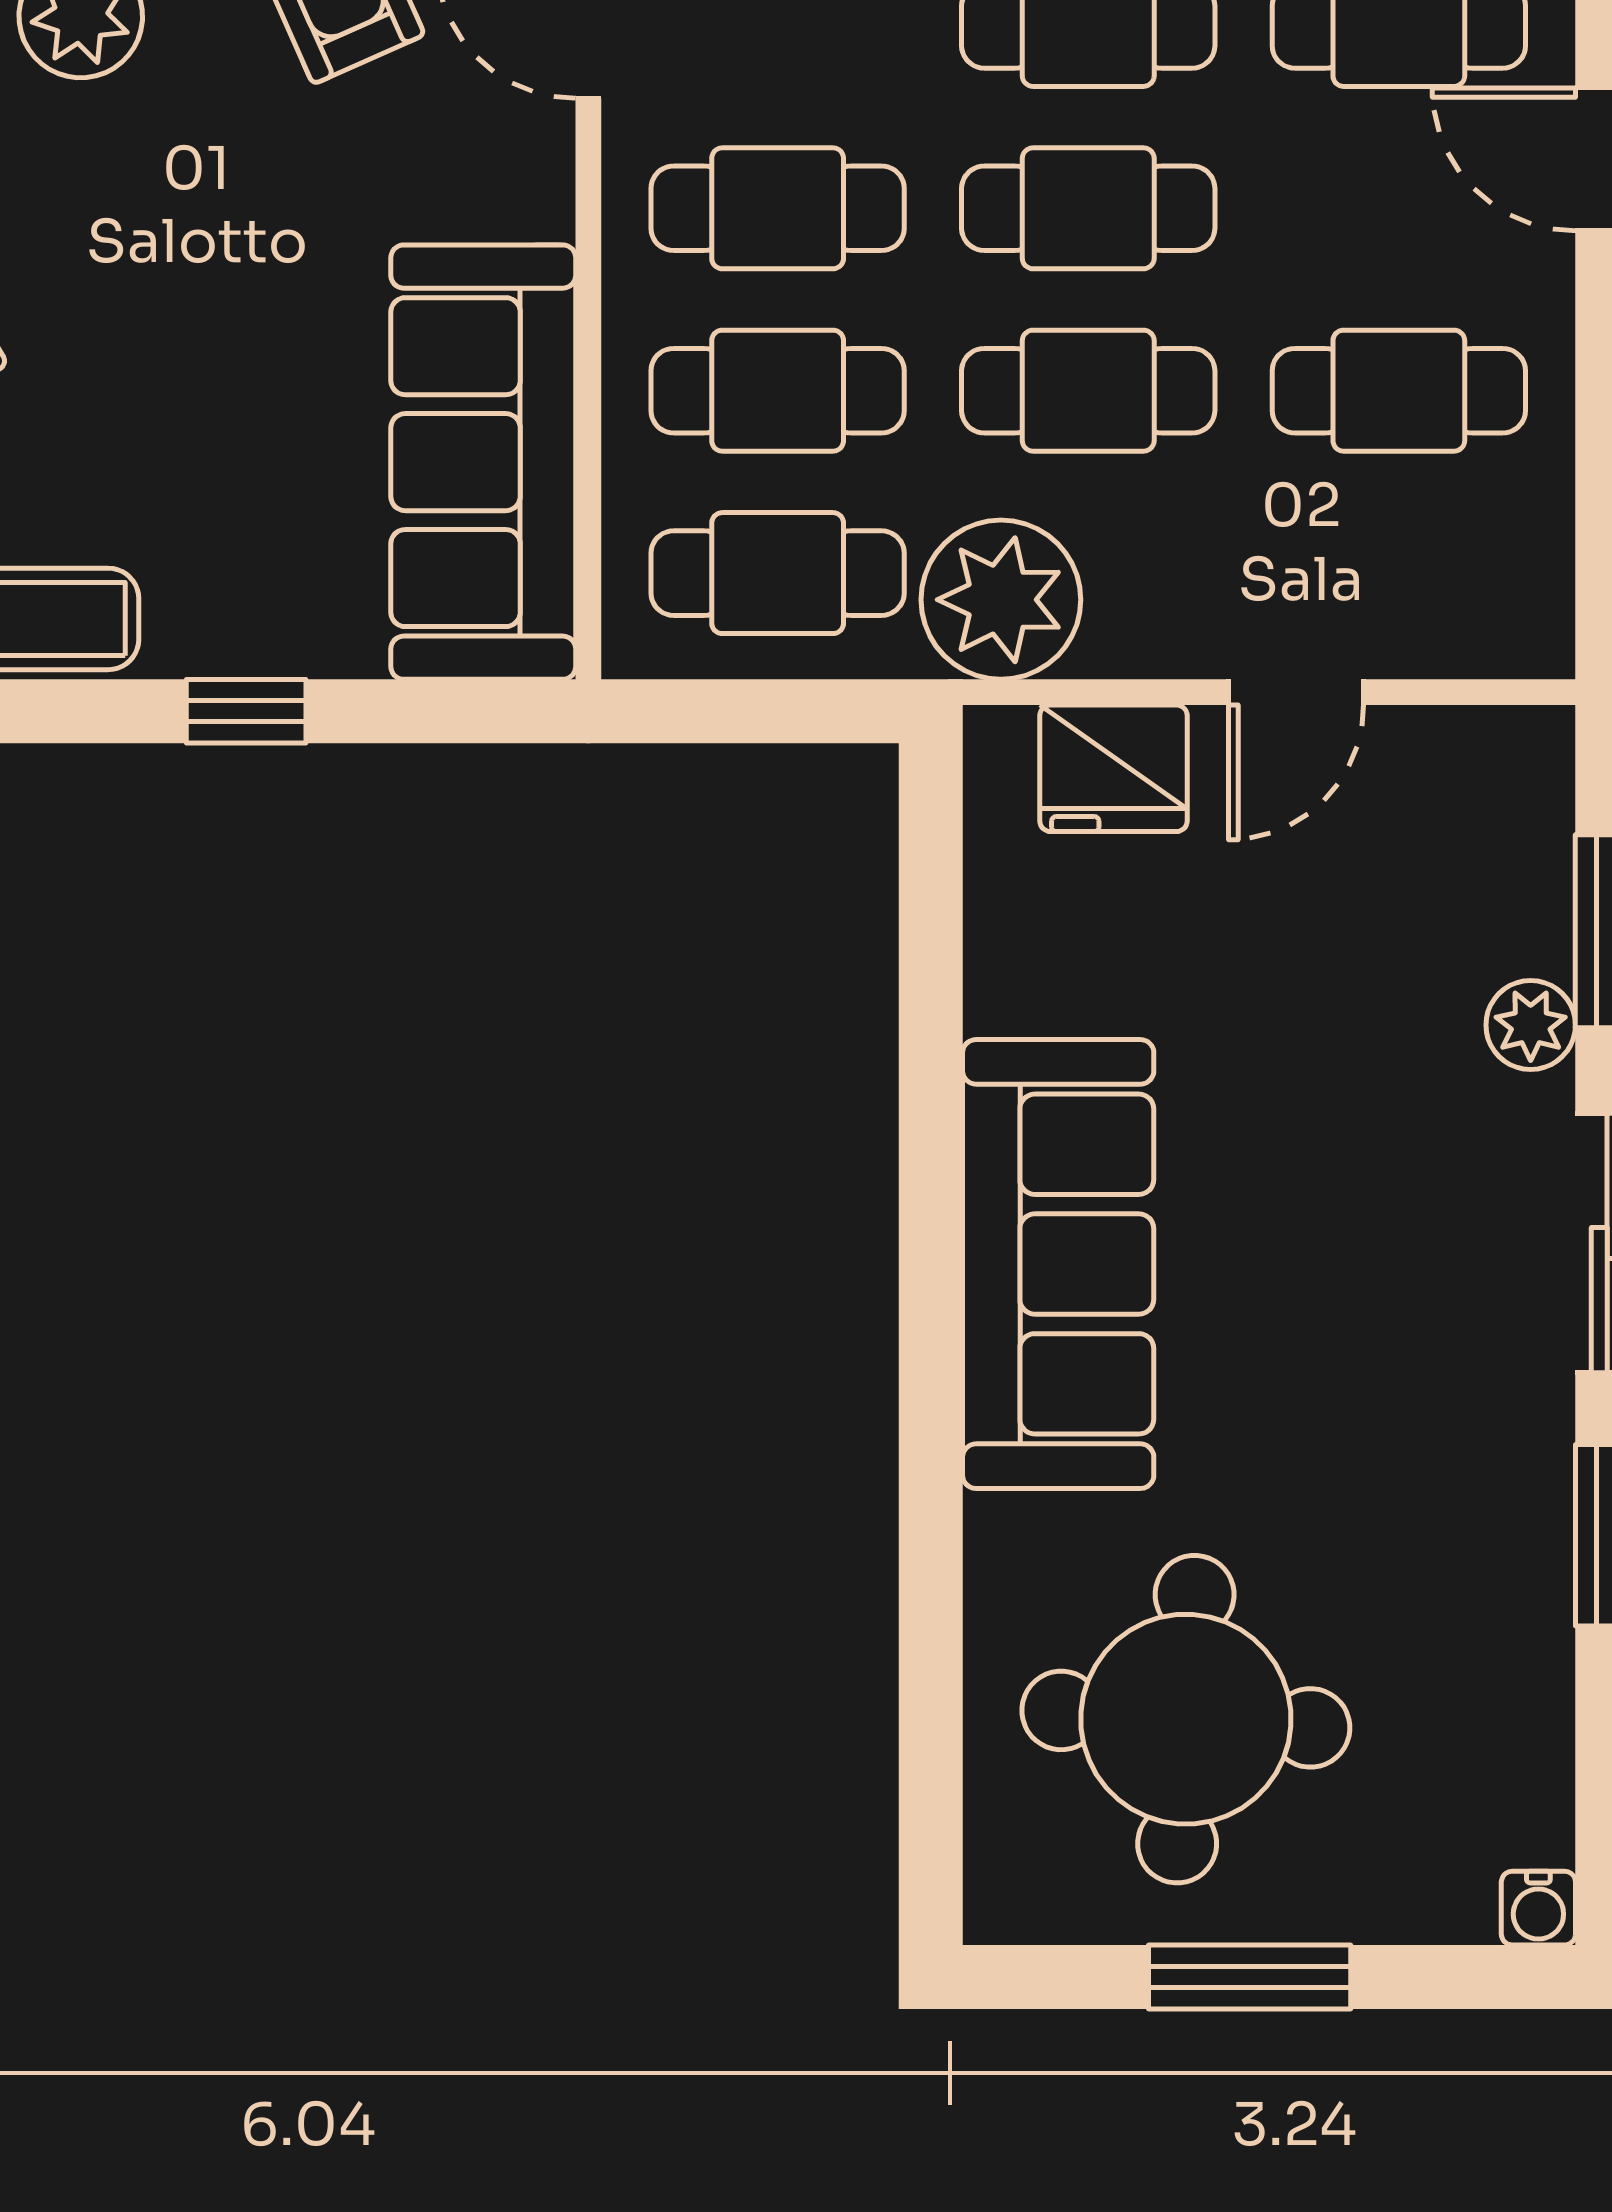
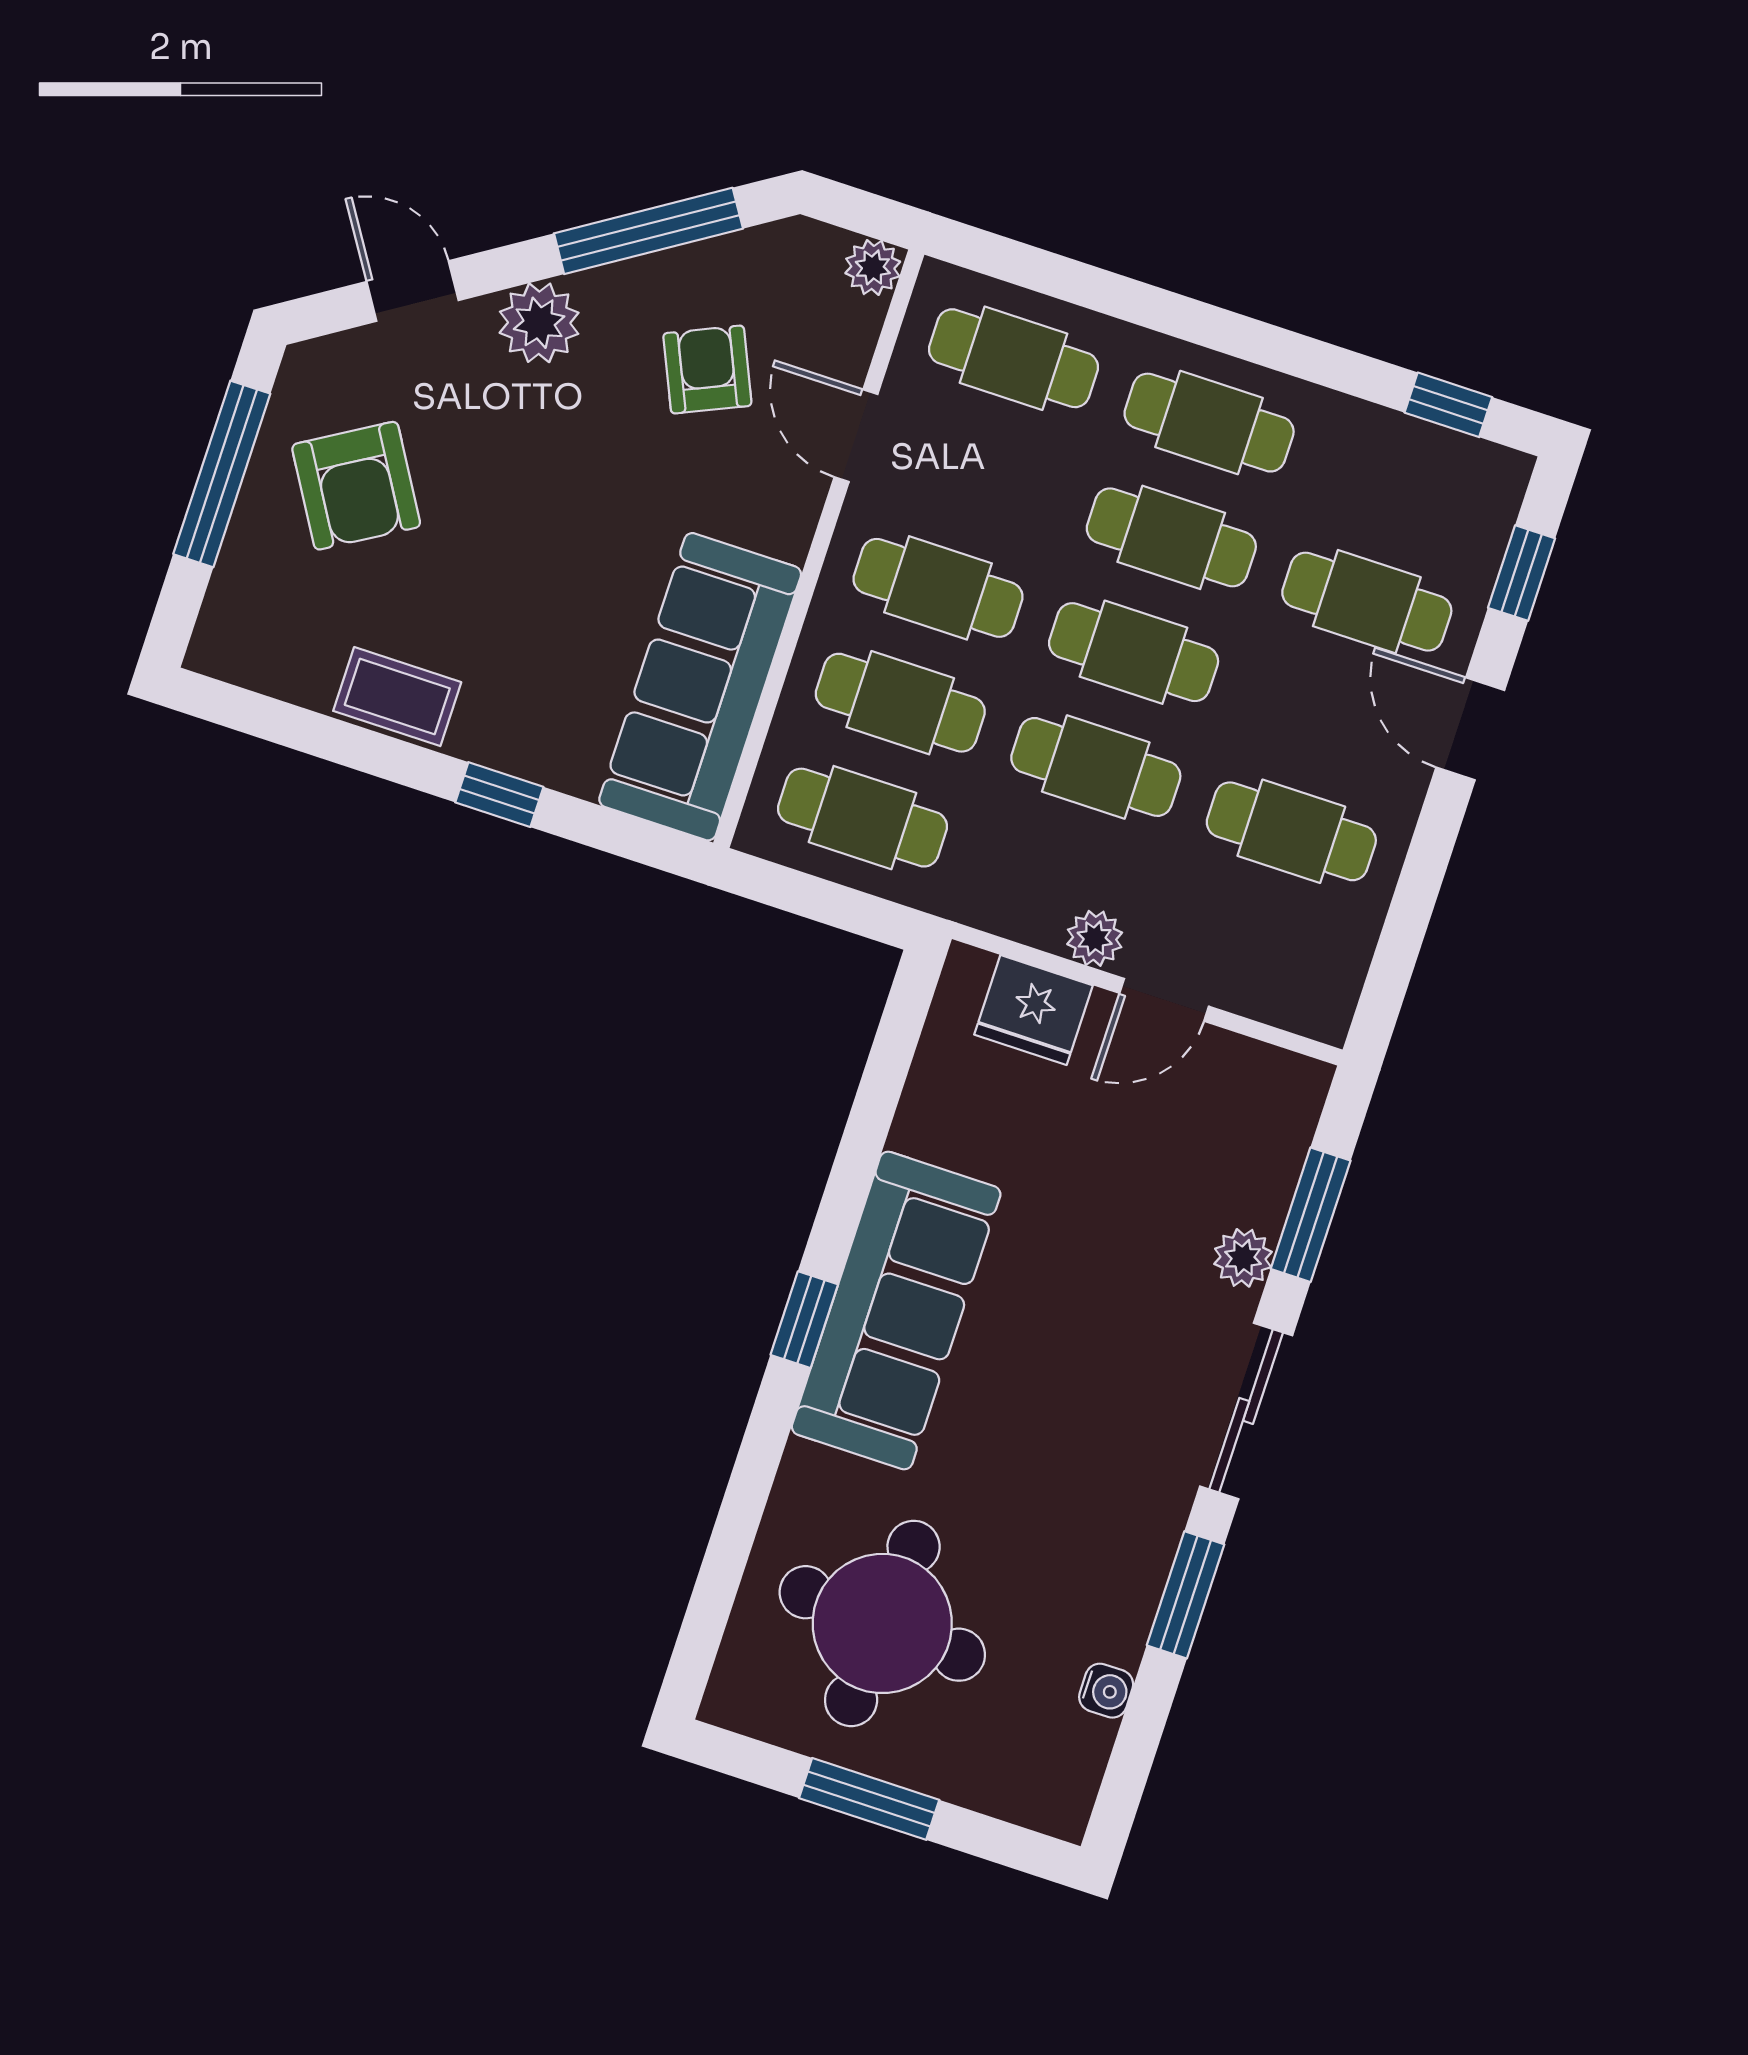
plant: (1001, 600) -> (1095, 938), moved, width x0.53, depth x0.53
window: (931, 1320) -> (804, 1320), added
water cooler: (1538, 1908) -> (1106, 1691), moved, turned -90

